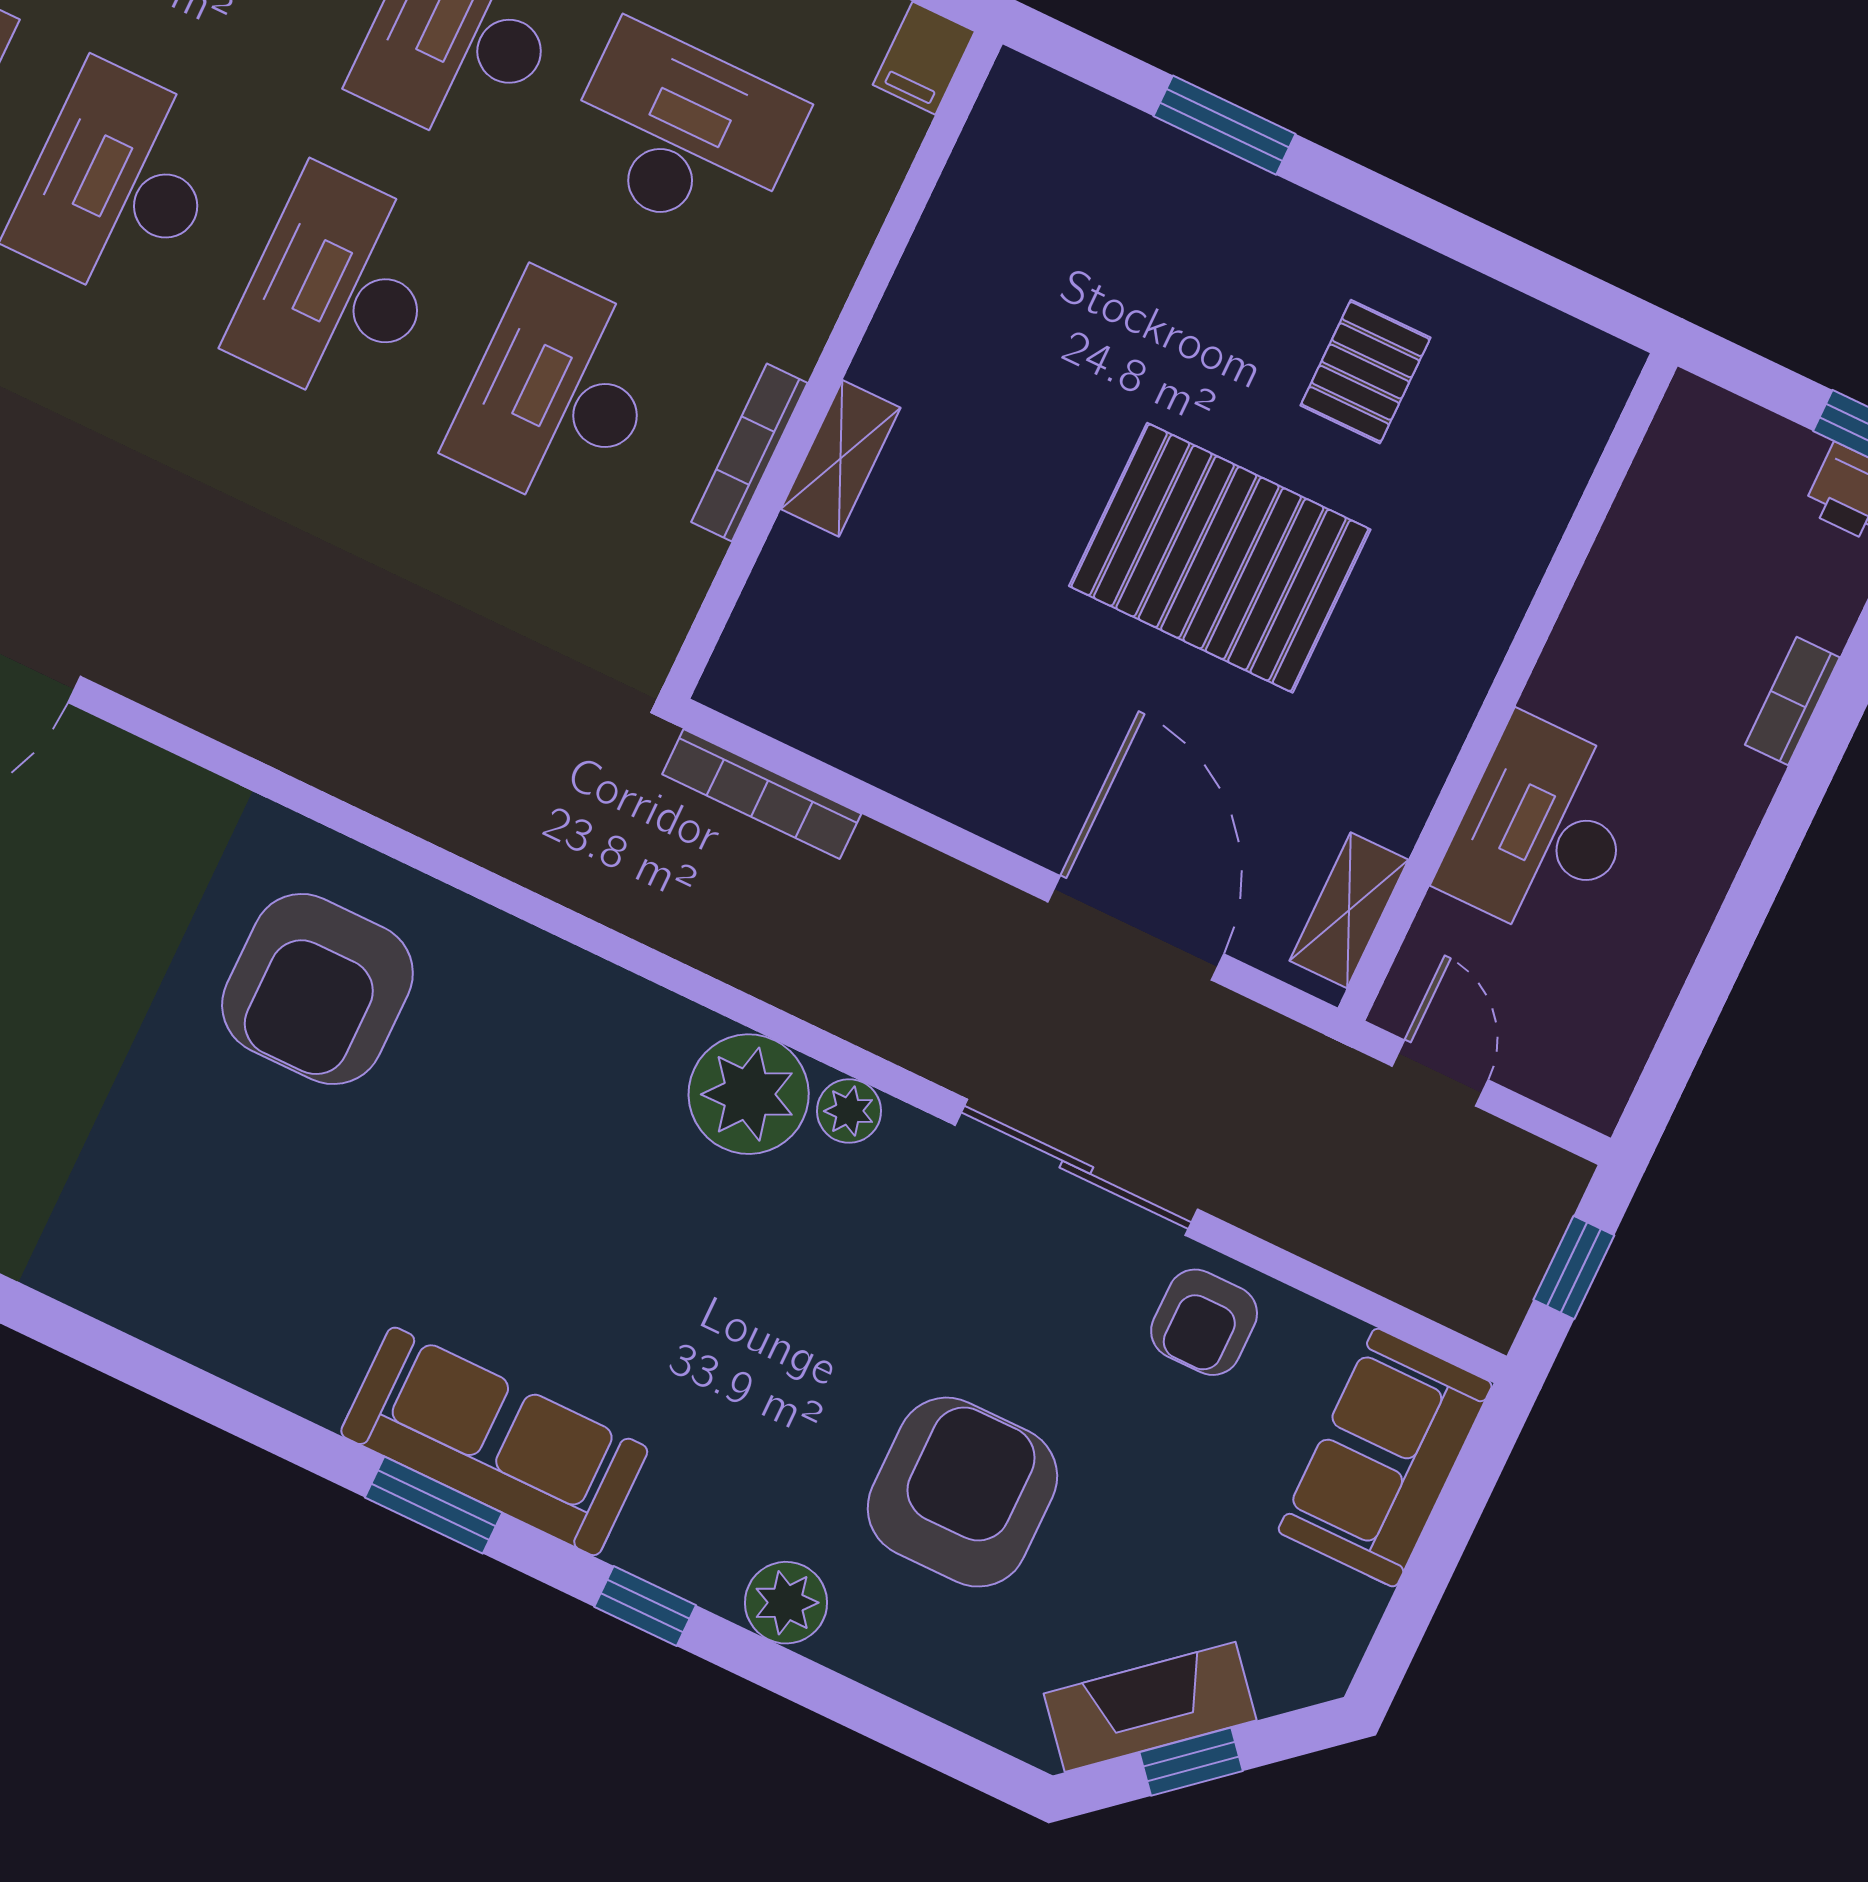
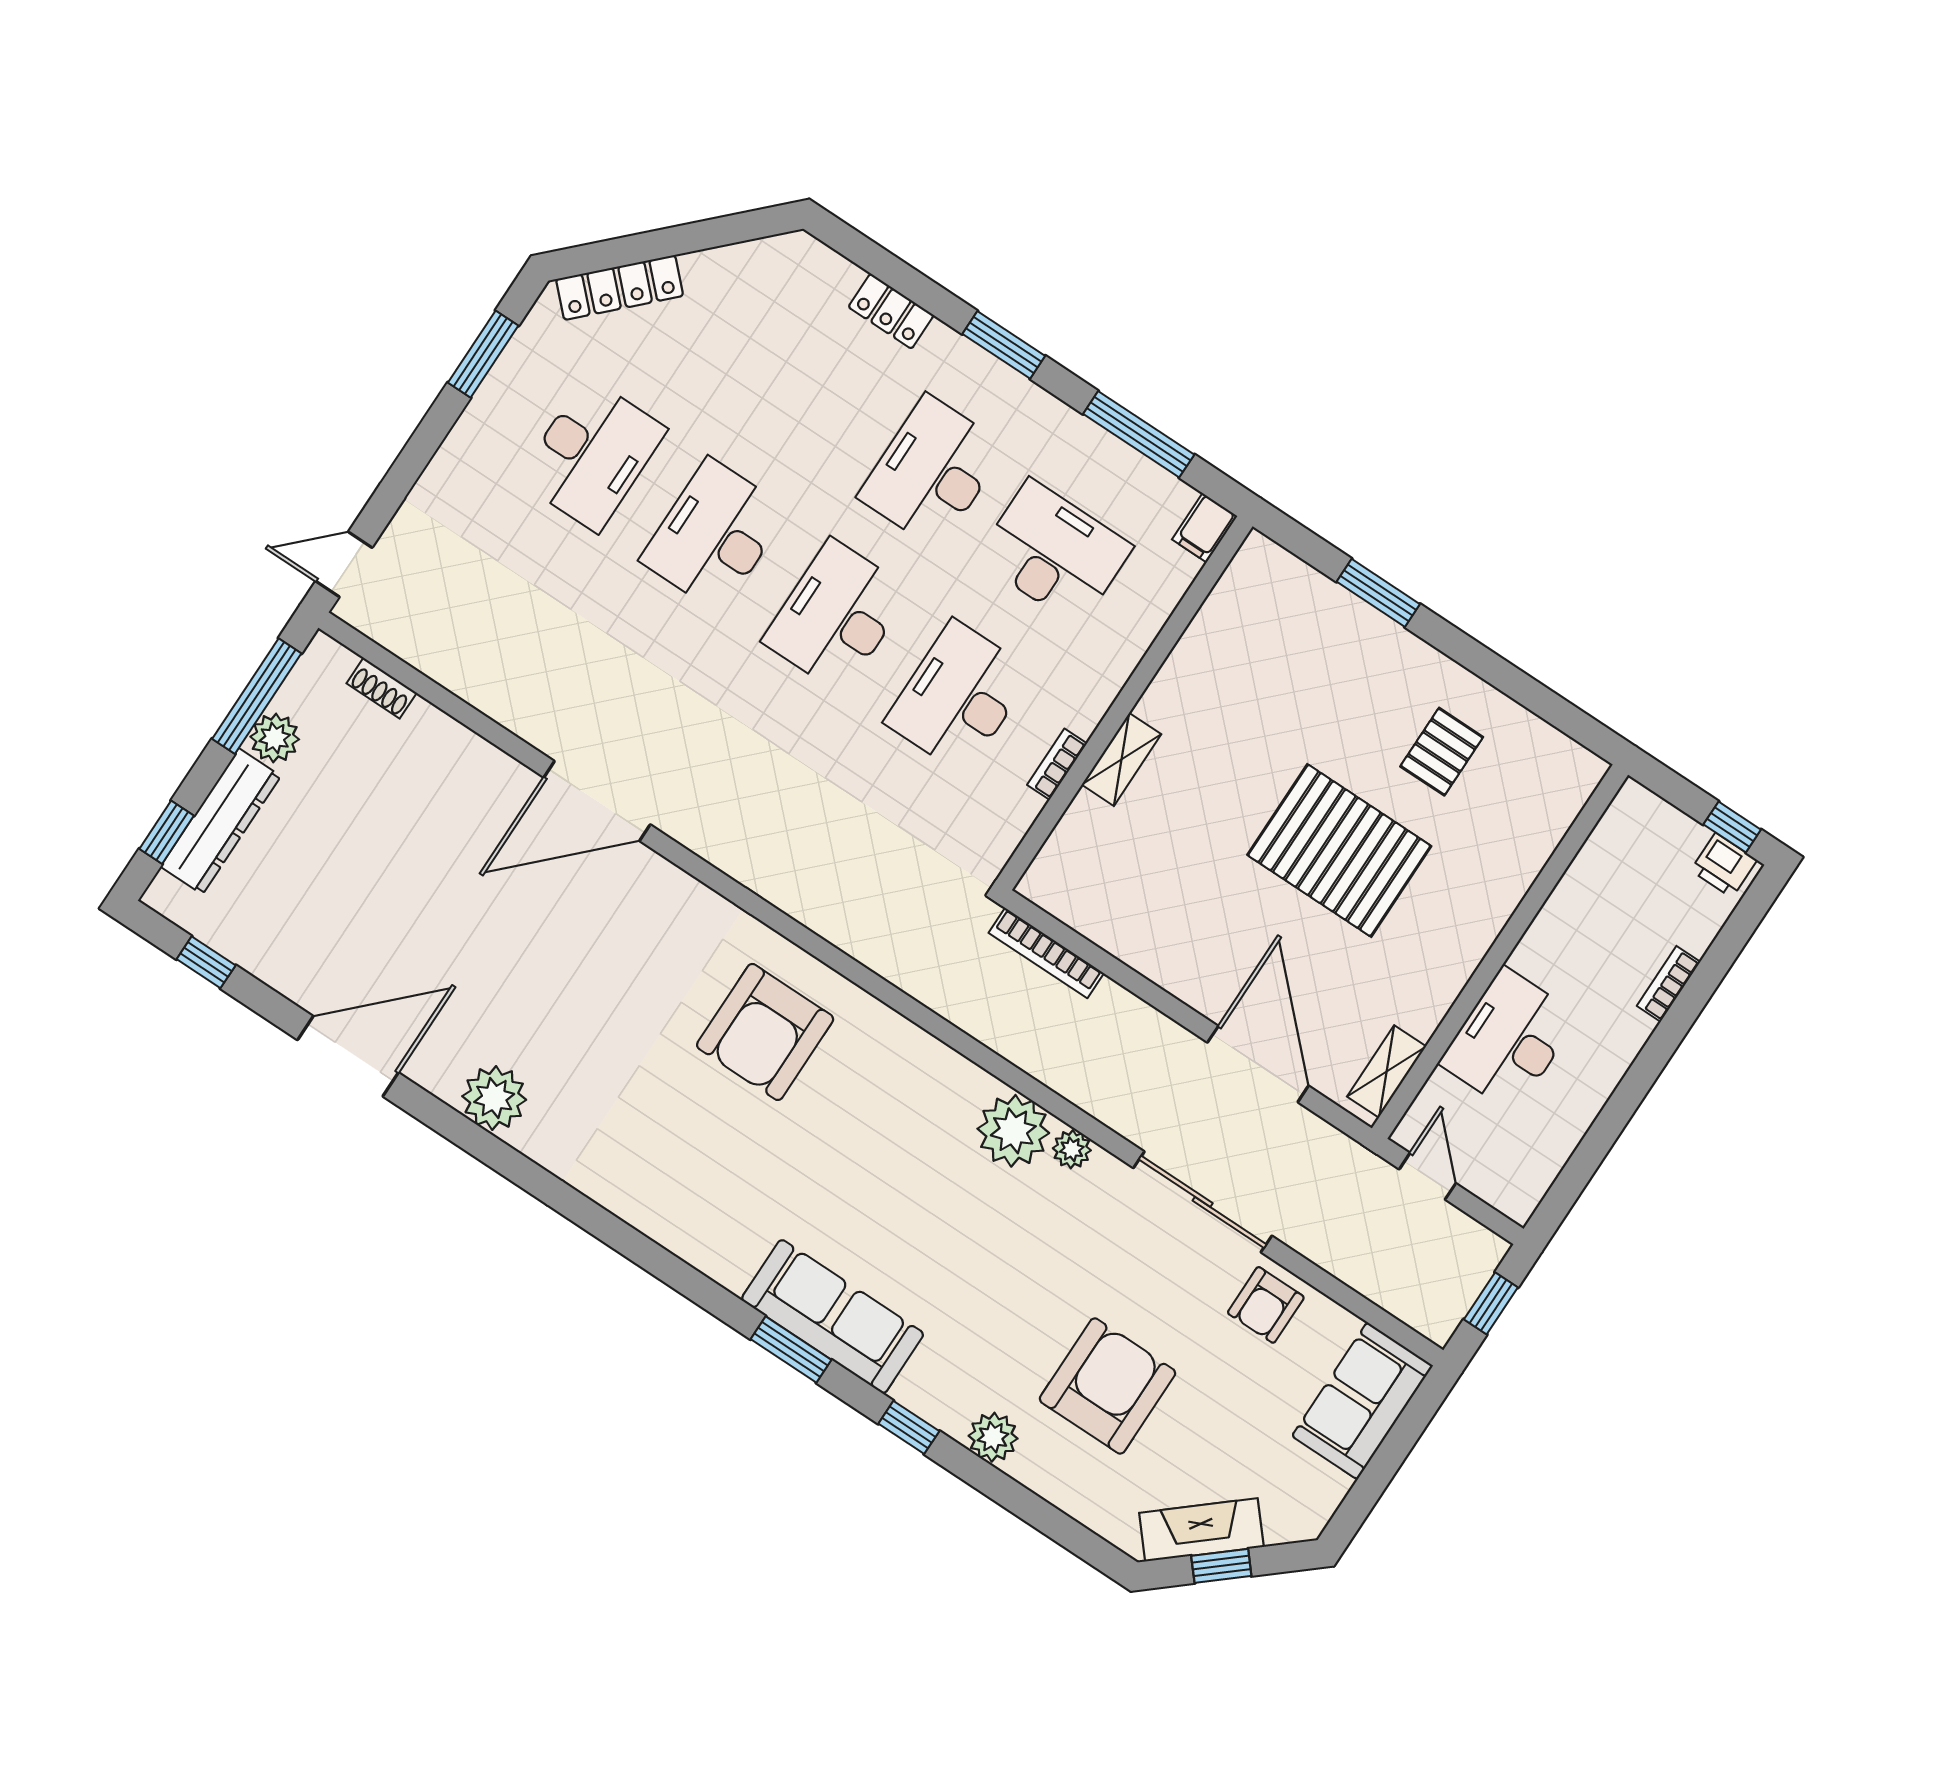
bookcase: (749, 453) -> (1057, 764), width x0.64

